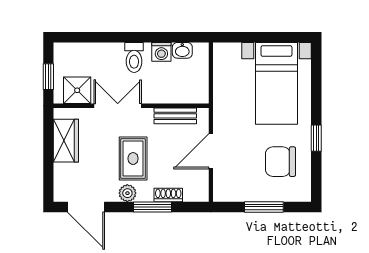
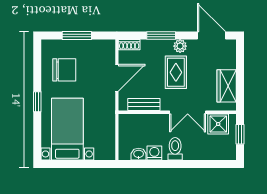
window: (316, 138) -> (37, 102), moved
shoe rack: (168, 195) -> (129, 45), moved

